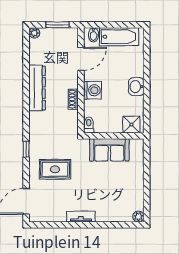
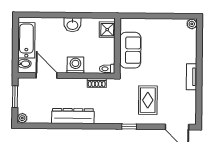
shoe rack: (73, 99) -> (97, 83), moved

